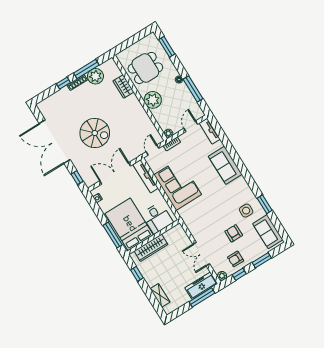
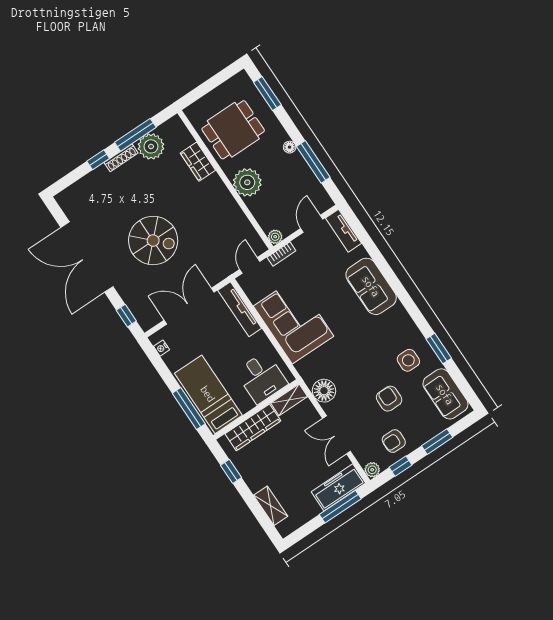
bed: (129, 224) -> (208, 394), width x0.67
floor lamp: (195, 227) -> (324, 391), added
shelving: (173, 232) -> (289, 400), added

